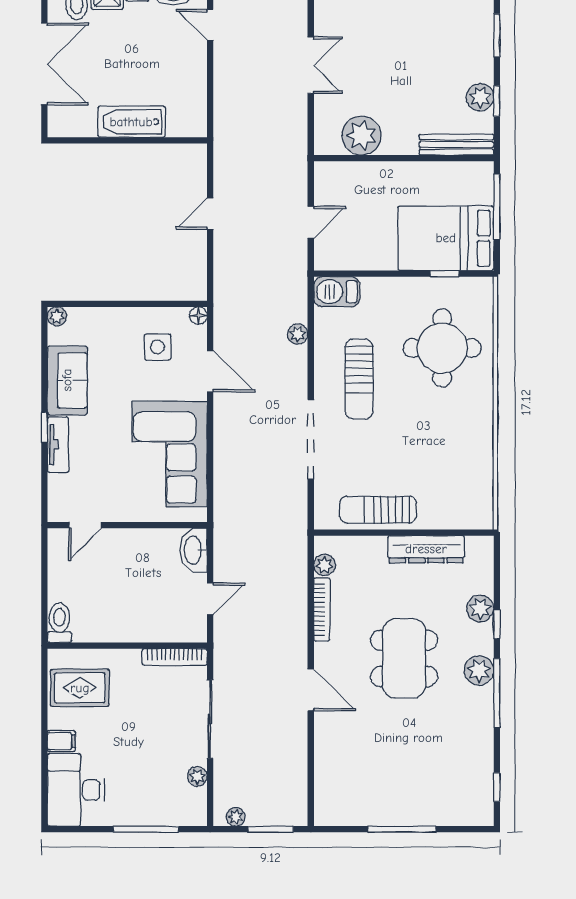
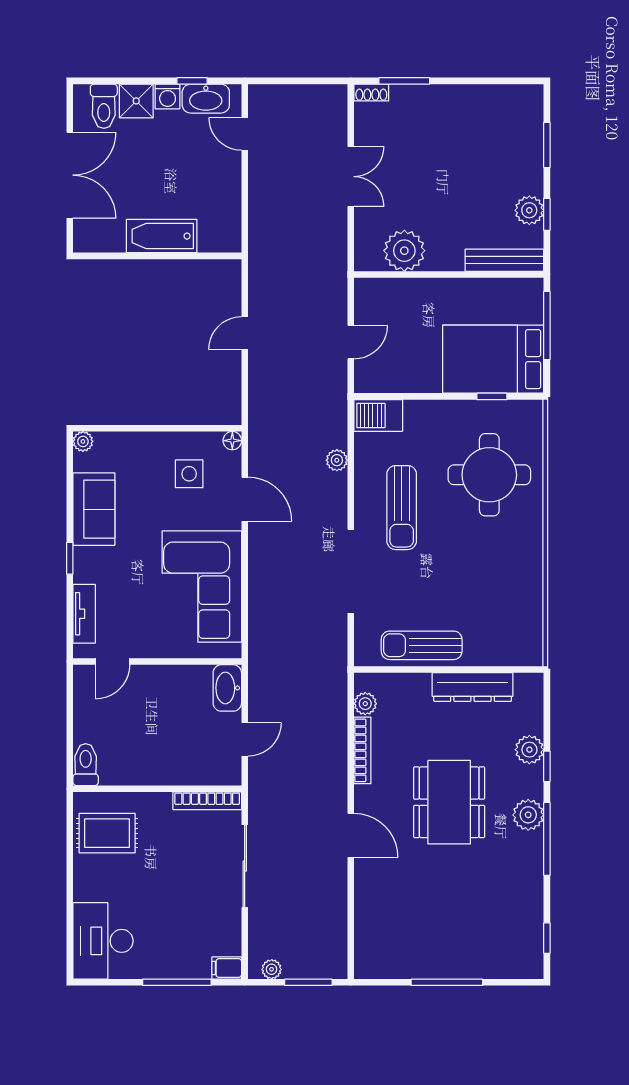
tv unit: (58, 445) -> (84, 614), moved
filing cabinet: (61, 741) -> (227, 968), moved, turned 180
plant: (197, 776) -> (231, 927), removed

